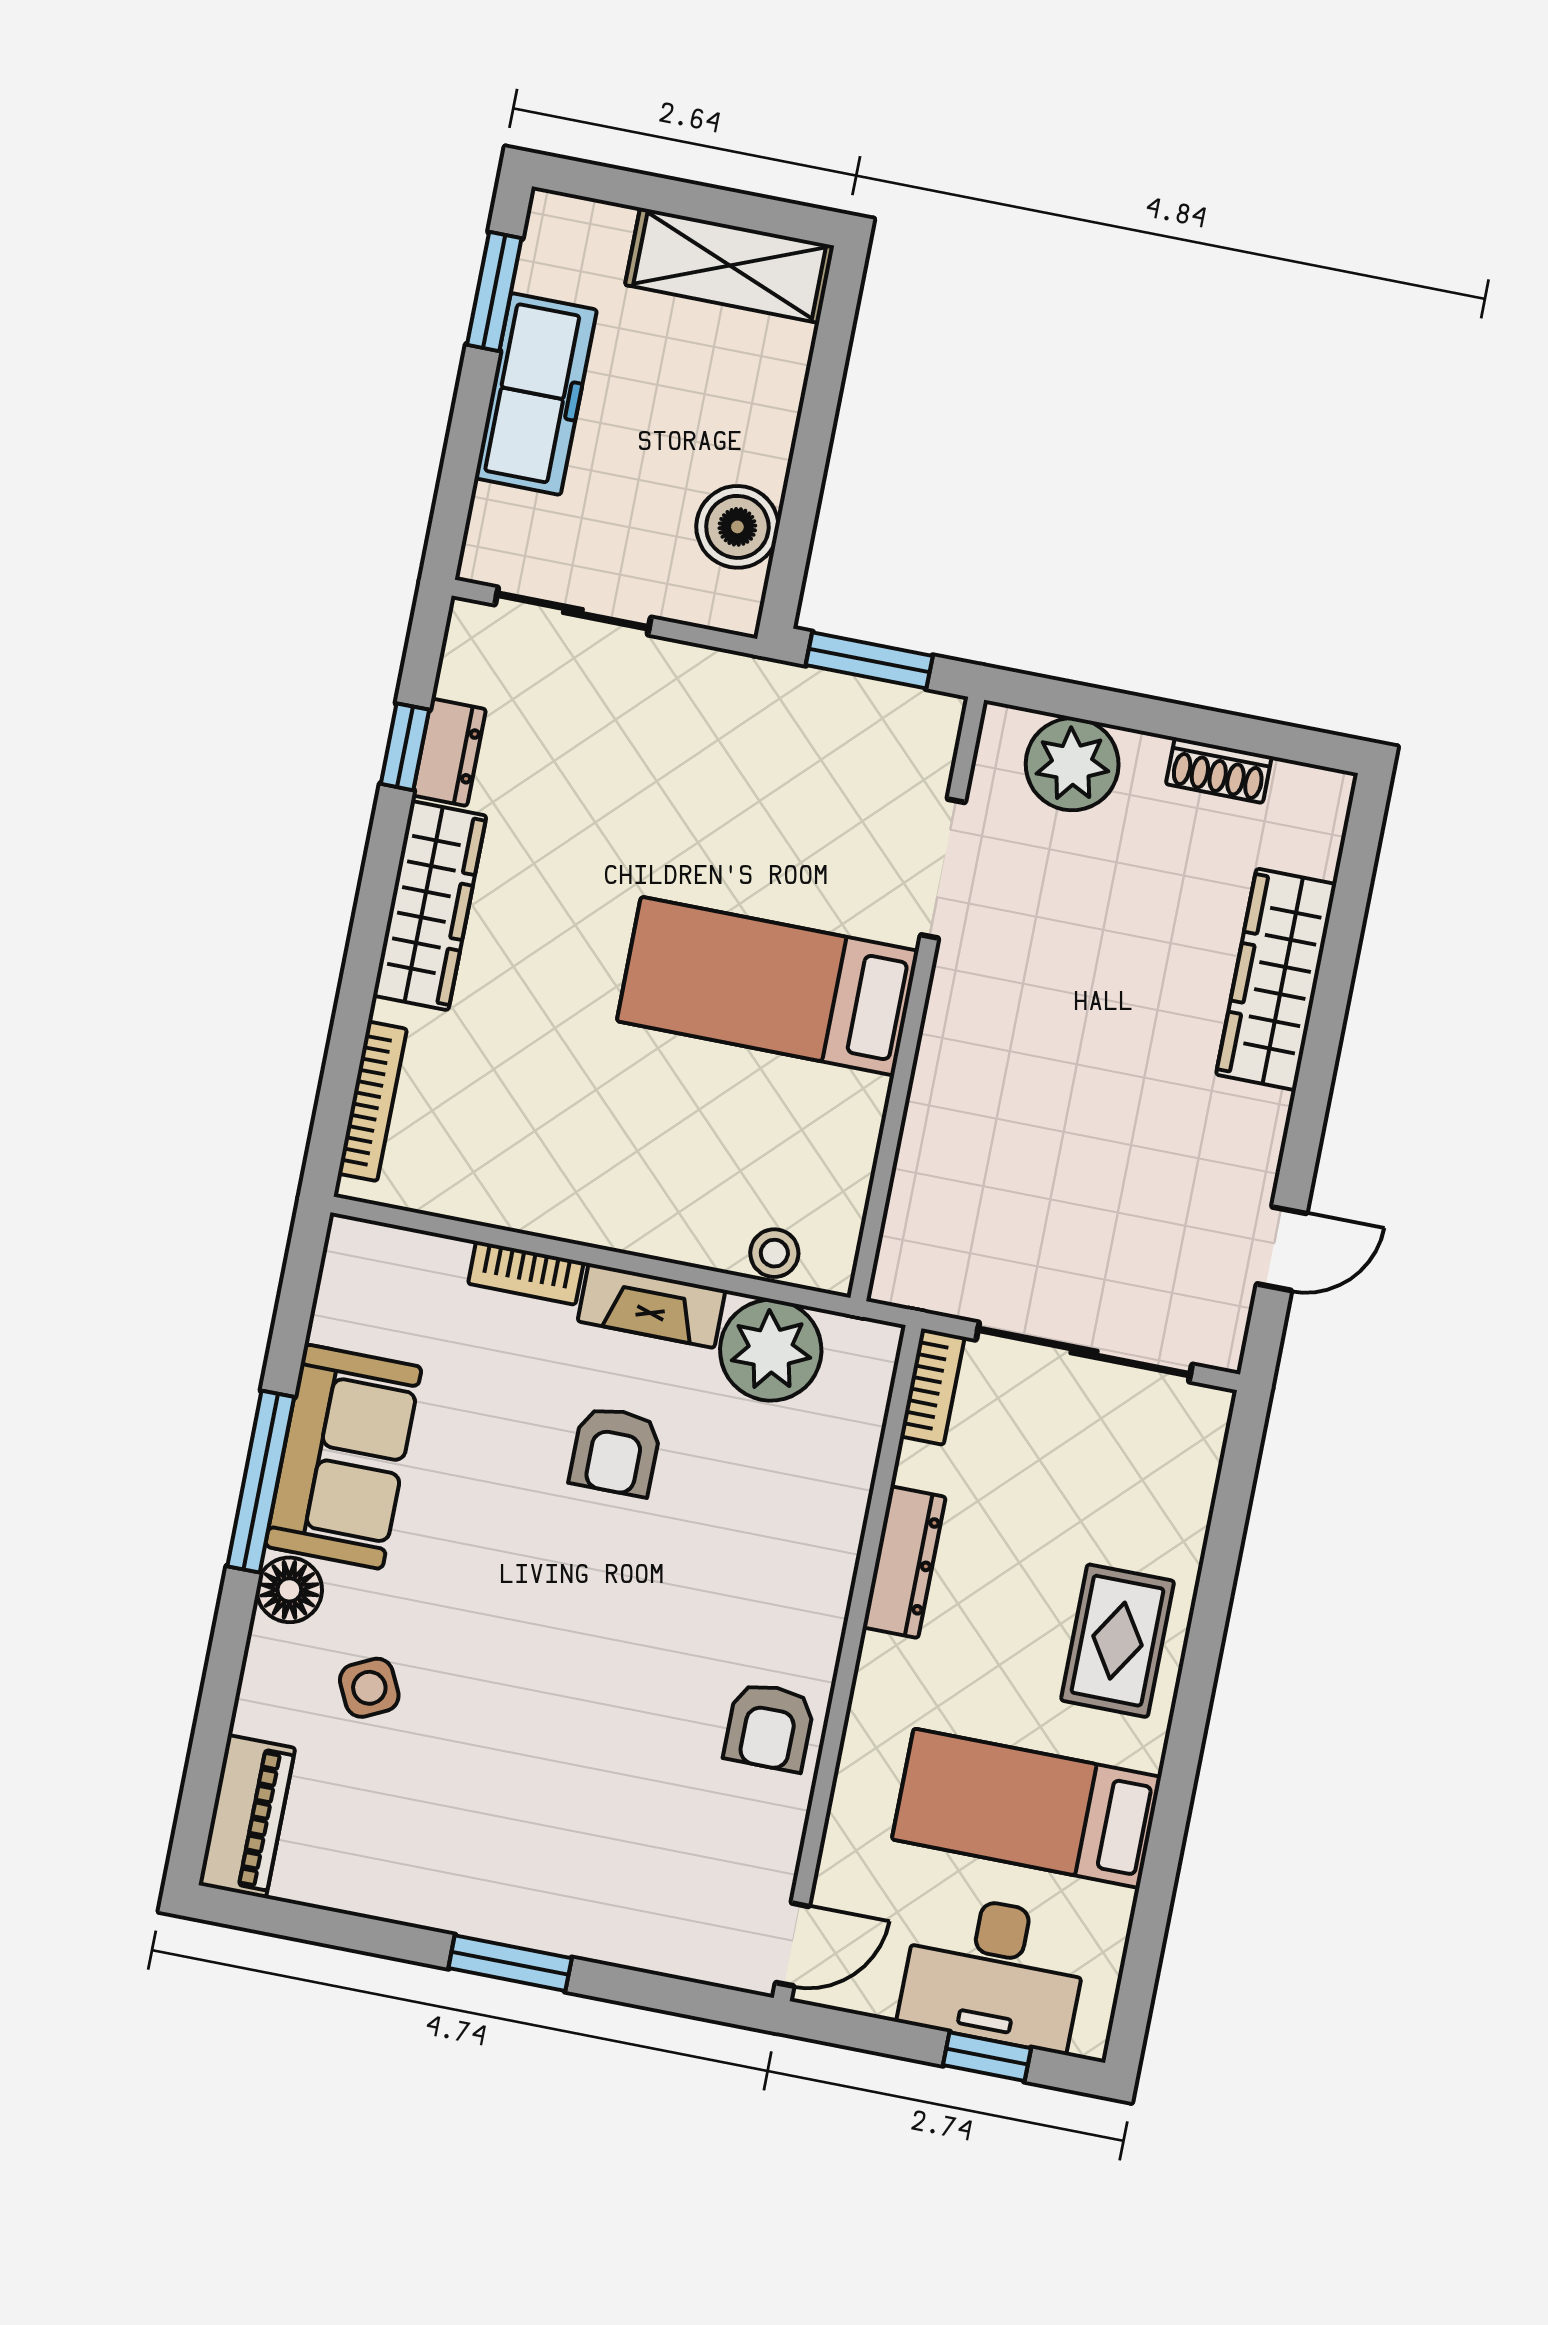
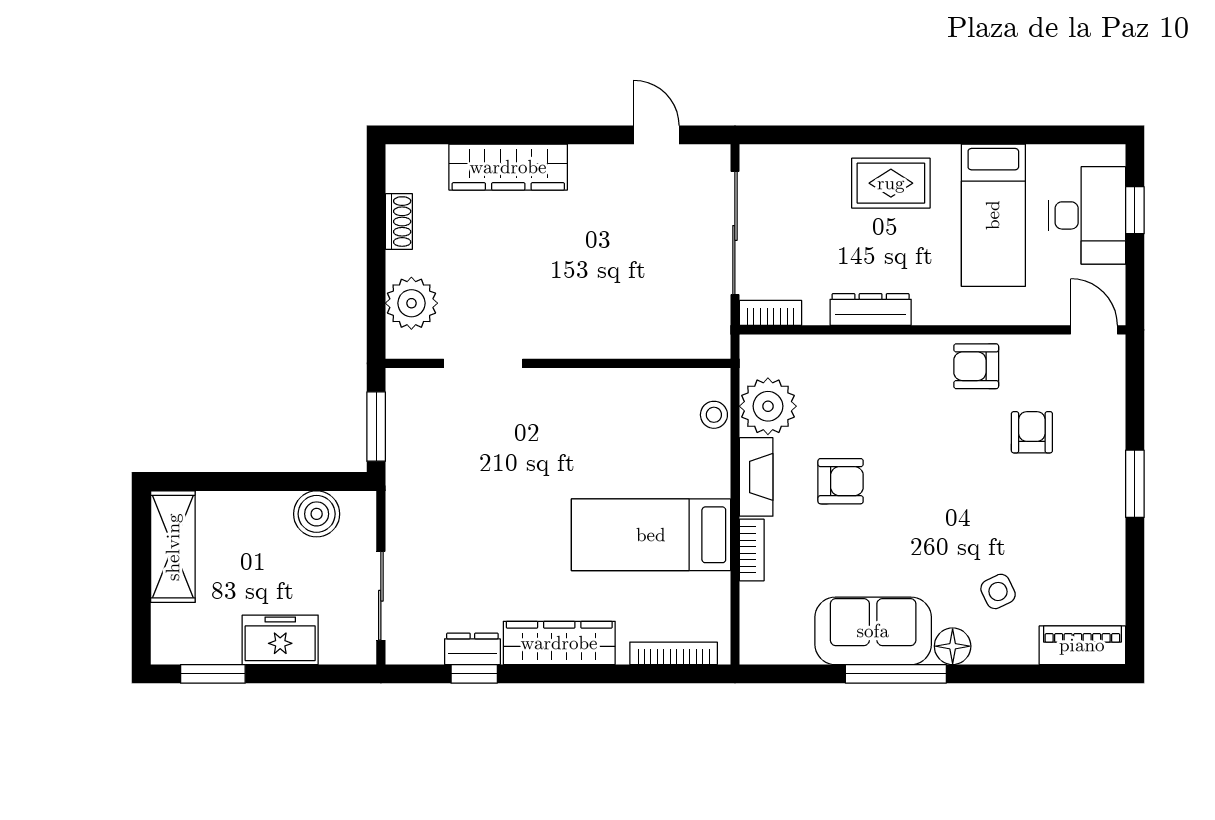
freezer: (536, 394) -> (280, 640), width x0.71
bed: (768, 986) -> (651, 535), moved, turned 90
armchair: (769, 1727) -> (976, 366), turned 180
armchair: (635, 1801) -> (1032, 432), added

